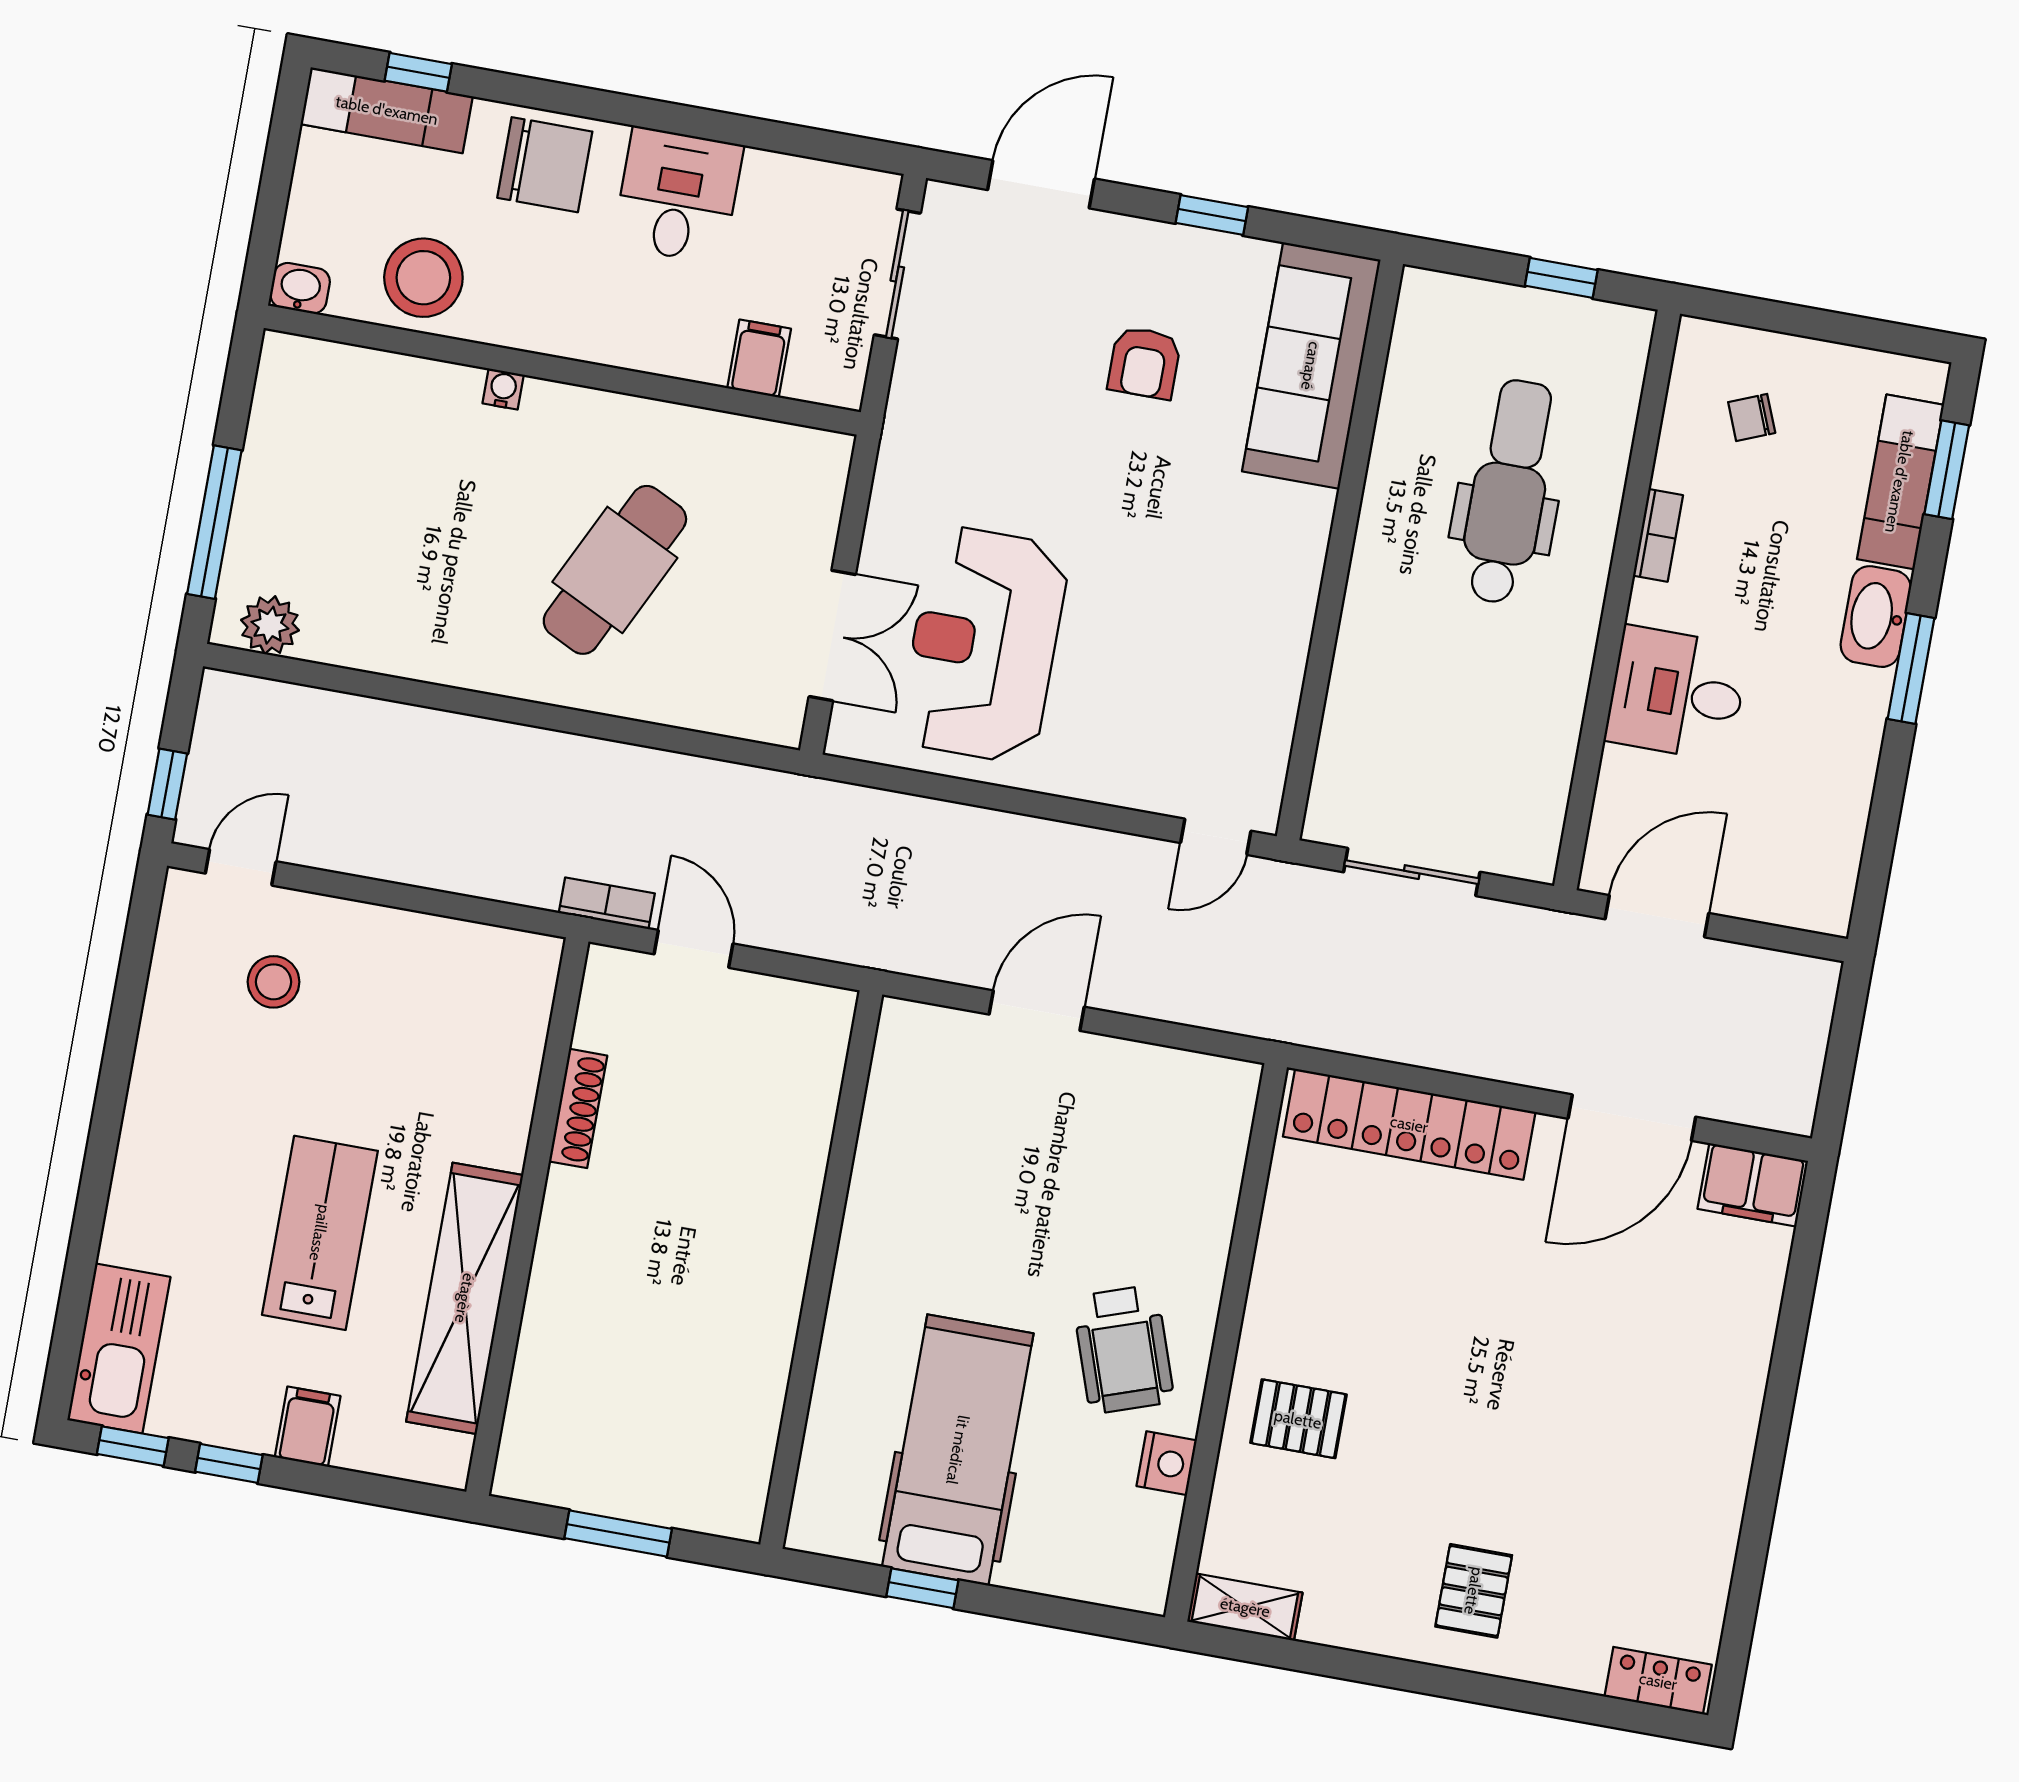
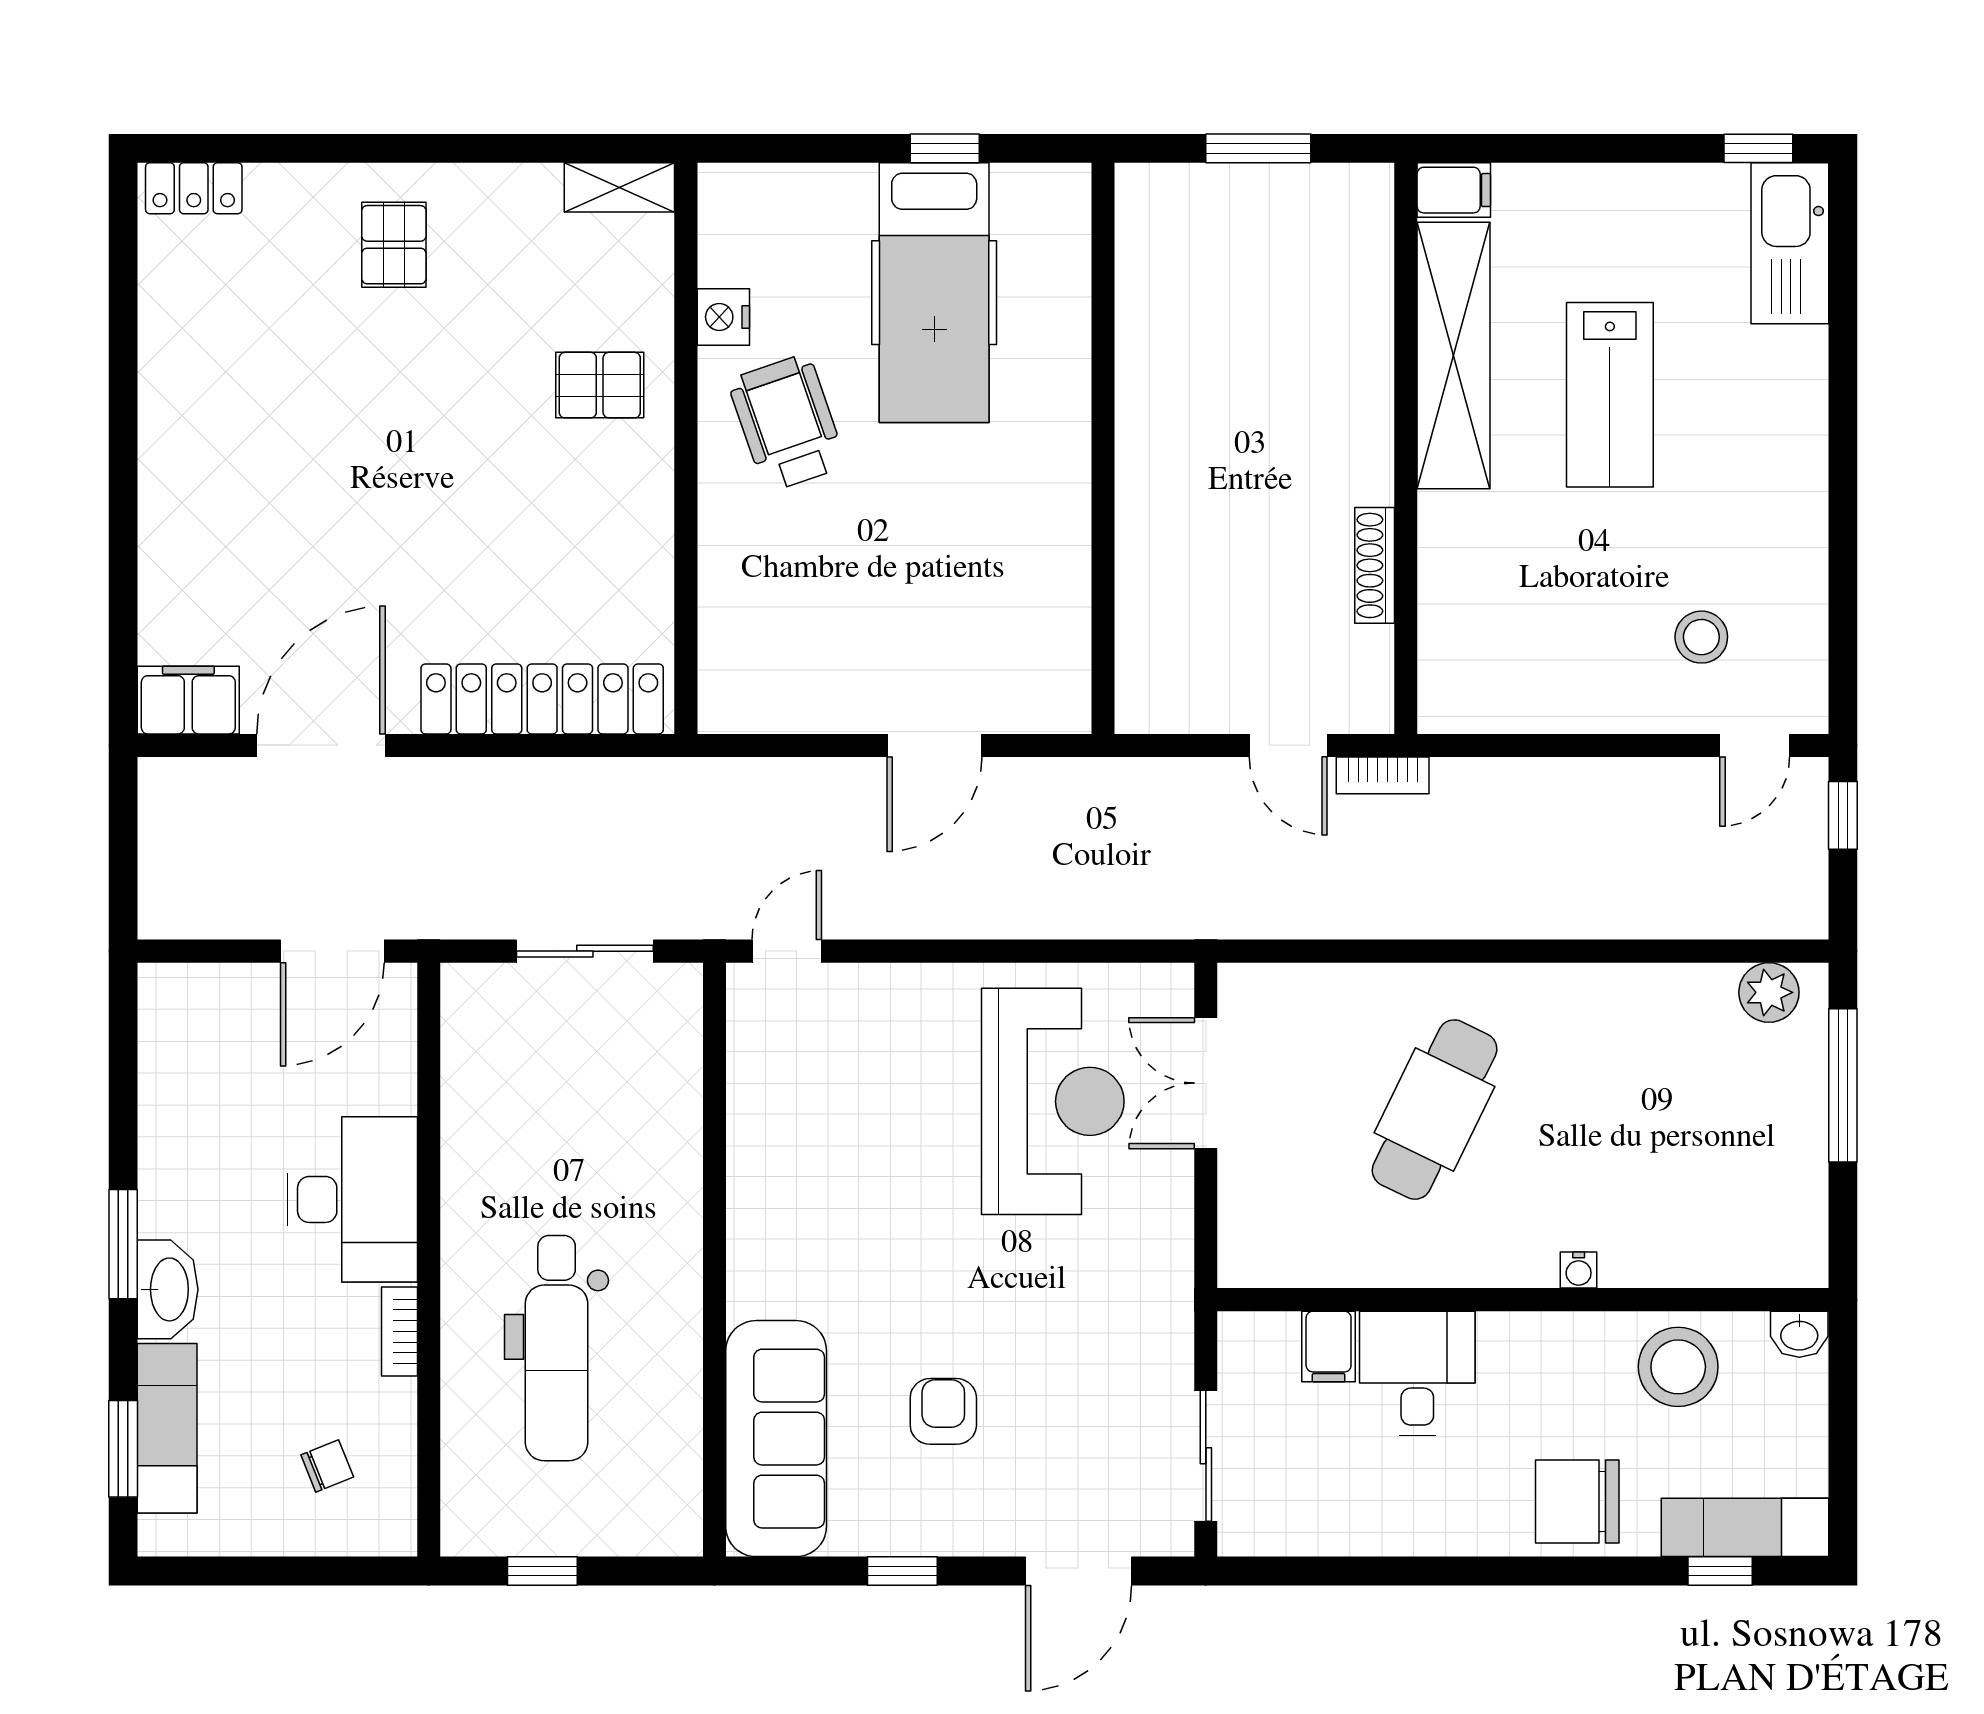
desk: (678, 195) -> (1417, 1373), moved, turned 180
desk: (1677, 693) -> (352, 1199), width x1.37
filing cabinet: (308, 1427) -> (1454, 190), moved, turned -90
window: (229, 1463) -> (1659, 148), removed

